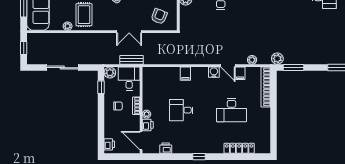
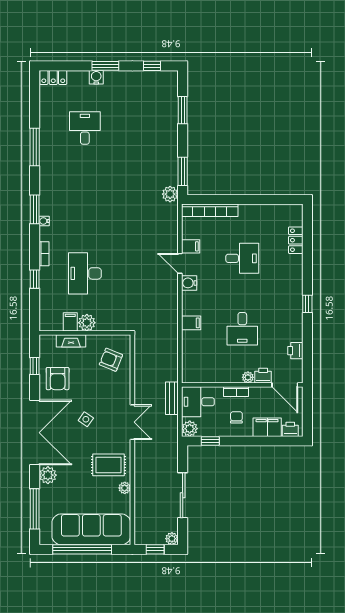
double door: (129, 32) -> (132, 422), moved
plant: (252, 60) -> (172, 539), moved
door: (228, 66) -> (180, 263), swing flipped
desk: (231, 110) -> (242, 258), width x0.73
filing cabinet: (111, 128) -> (267, 427), added
door: (141, 141) -> (285, 385), hinge flipped
locker: (239, 148) -> (296, 240), width x0.66

